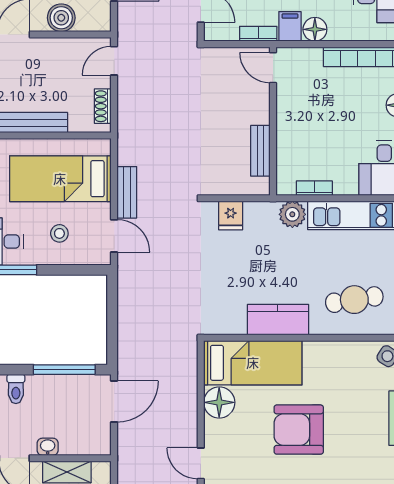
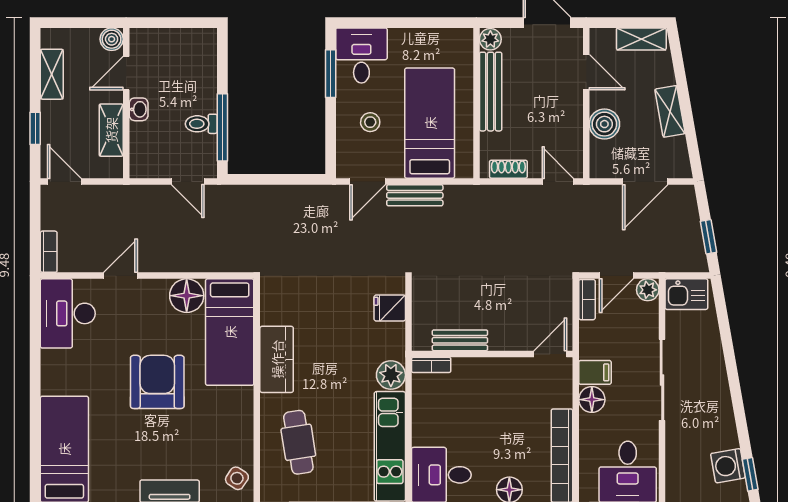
bookcase: (258, 34) -> (587, 300), moved
bookcase: (314, 188) -> (431, 365), moved, turned 90
toilet: (16, 389) -> (201, 124), moved
door: (114, 401) -> (188, 181), width x0.73

